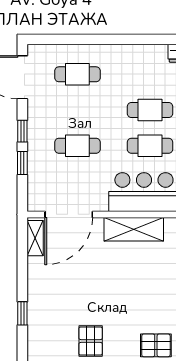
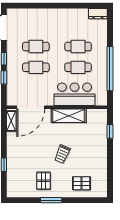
cafe table: (77, 74) -> (36, 47), moved
trolley: (123, 295) -> (62, 154), added

